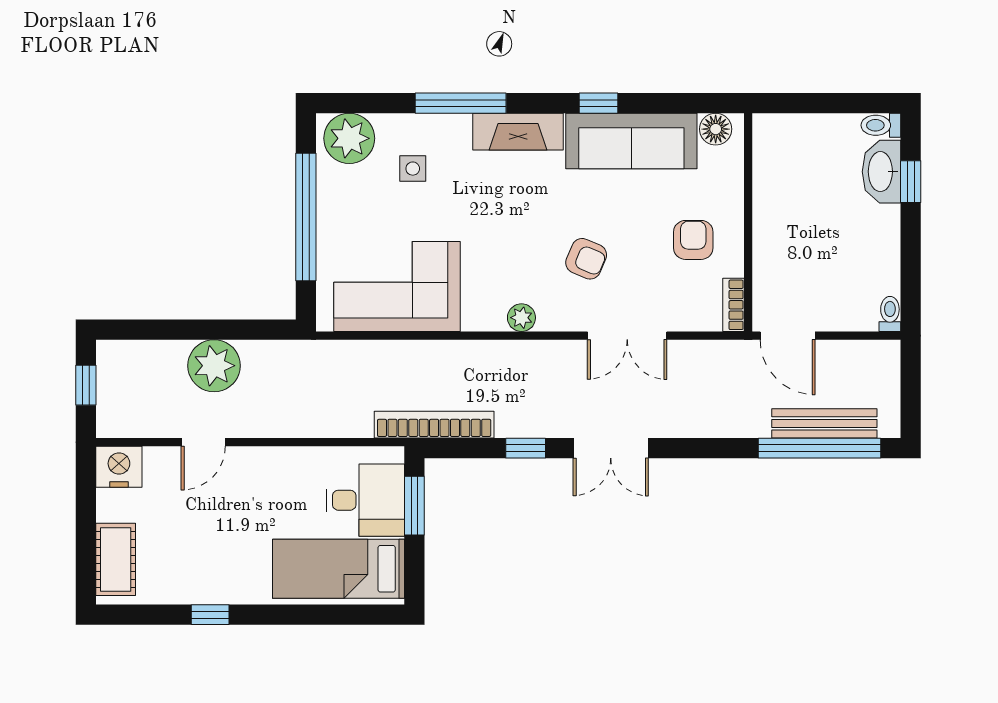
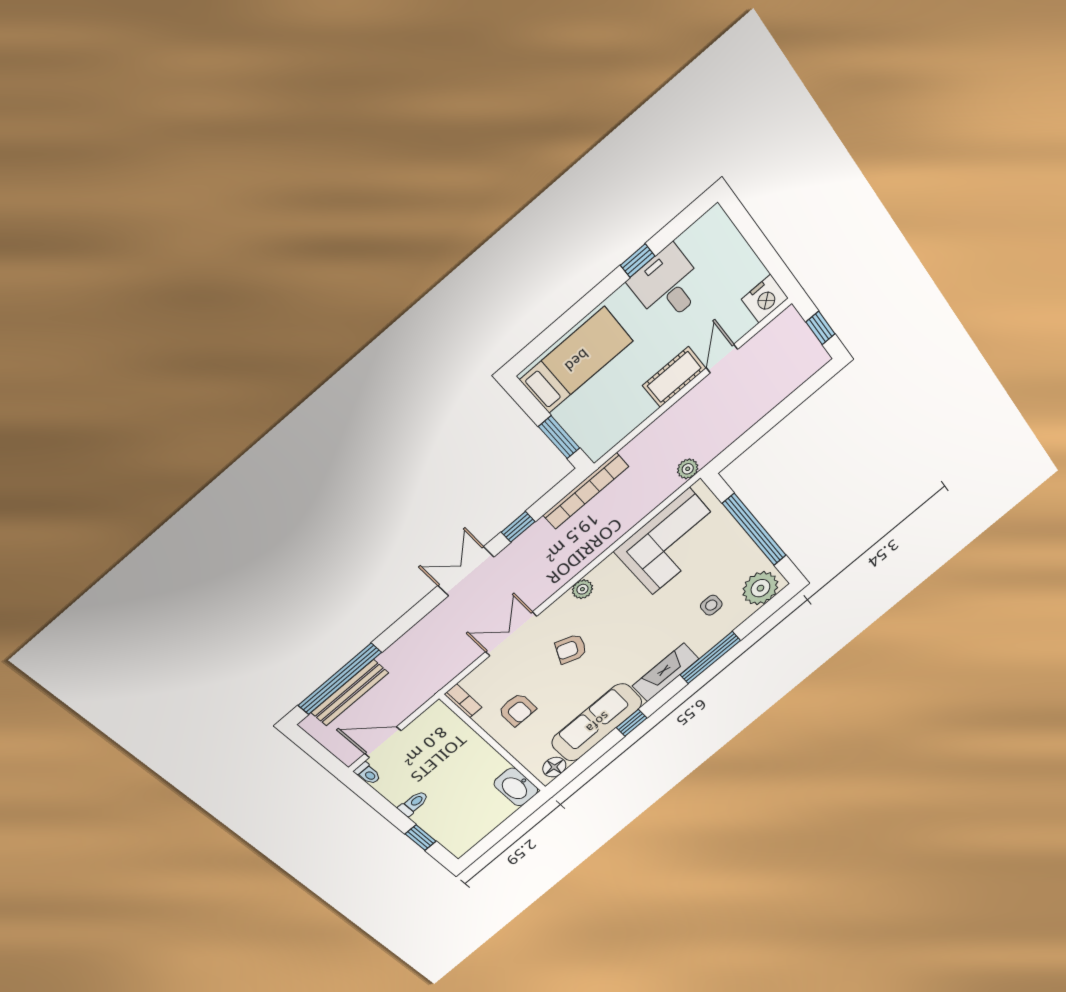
toilet: (881, 125) -> (414, 803), moved
washbasin: (882, 172) -> (516, 787), moved, turned 180
door: (788, 336) -> (383, 742), moved
plant: (214, 366) -> (688, 469), moved, width x0.53, depth x0.53
desk: (365, 500) -> (667, 285), moved, turned 90
cot: (116, 559) -> (674, 377), moved, turned 90

